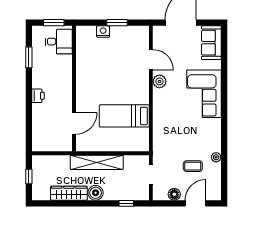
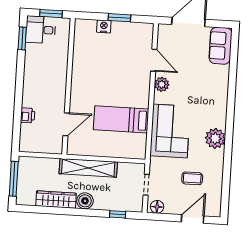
desk: (59, 42) -> (41, 30), moved, turned 180
window: (29, 57) -> (22, 39), moved
corner sofa: (204, 94) -> (170, 131), moved, turned 180
printer: (38, 96) -> (28, 115), moved
plant: (216, 157) -> (215, 138), moved, width x1.88, depth x1.88
window: (29, 177) -> (14, 179), width x2.17
floor lamp: (174, 194) -> (157, 207), moved

